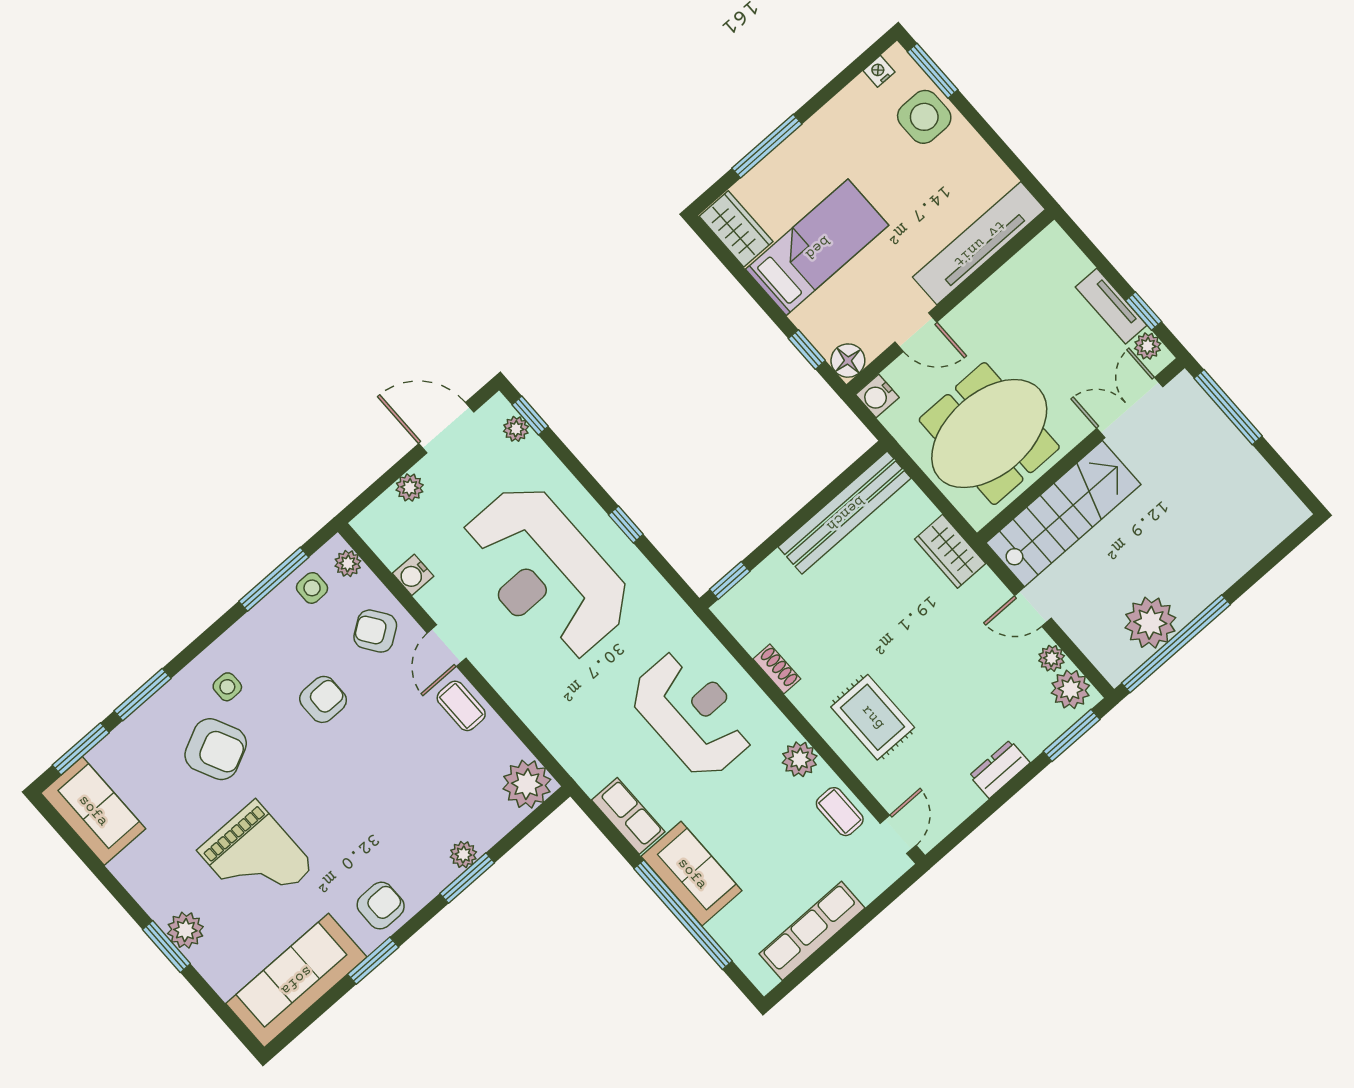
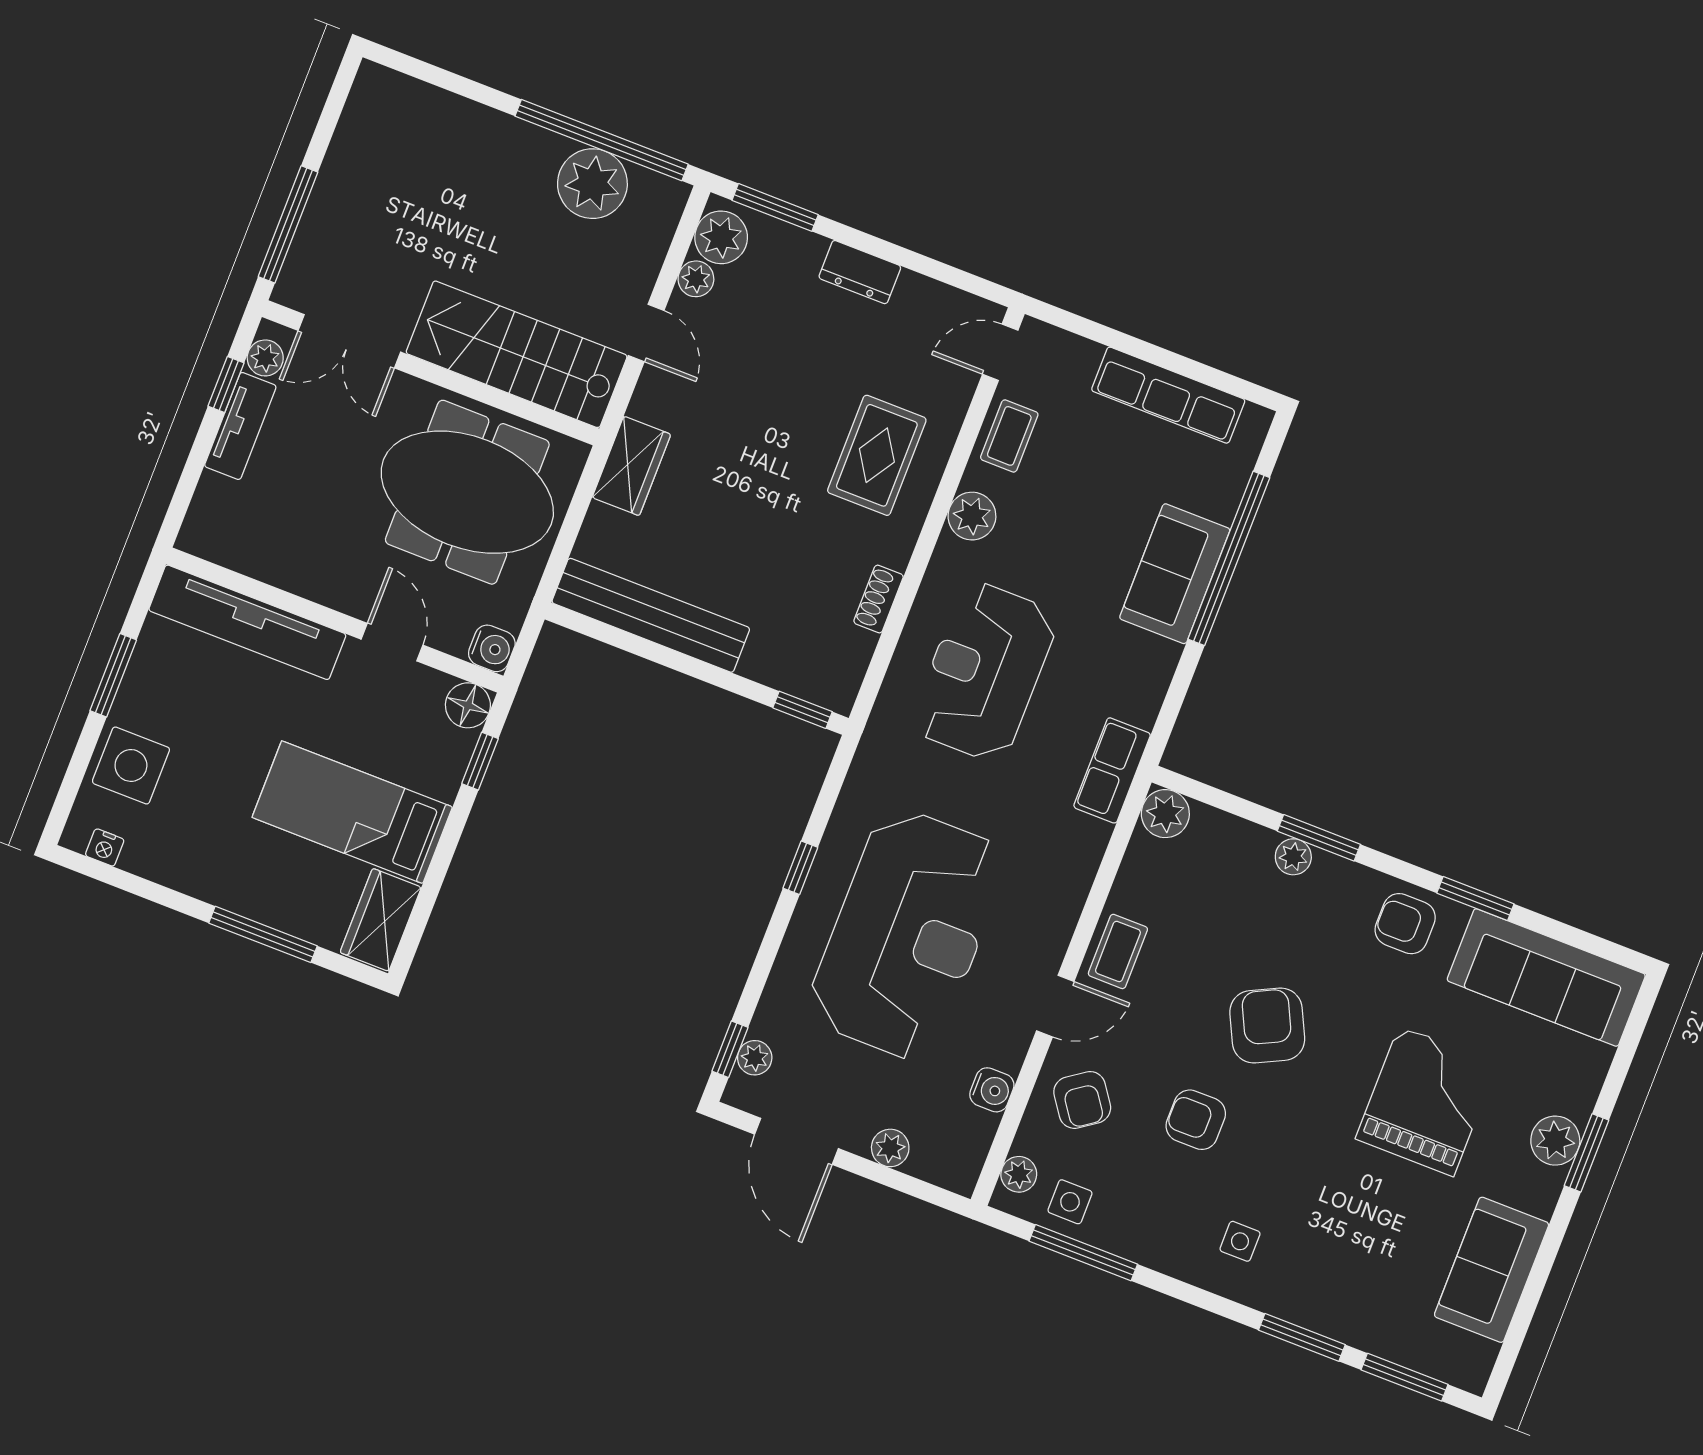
window: (933, 71) -> (113, 675), moved
armchair: (216, 749) -> (1267, 1026), moved
plant: (527, 784) -> (1165, 814), width x0.73, depth x0.73
sofa: (93, 811) -> (1492, 1270), moved
row of seats: (628, 816) -> (1112, 770), moved

